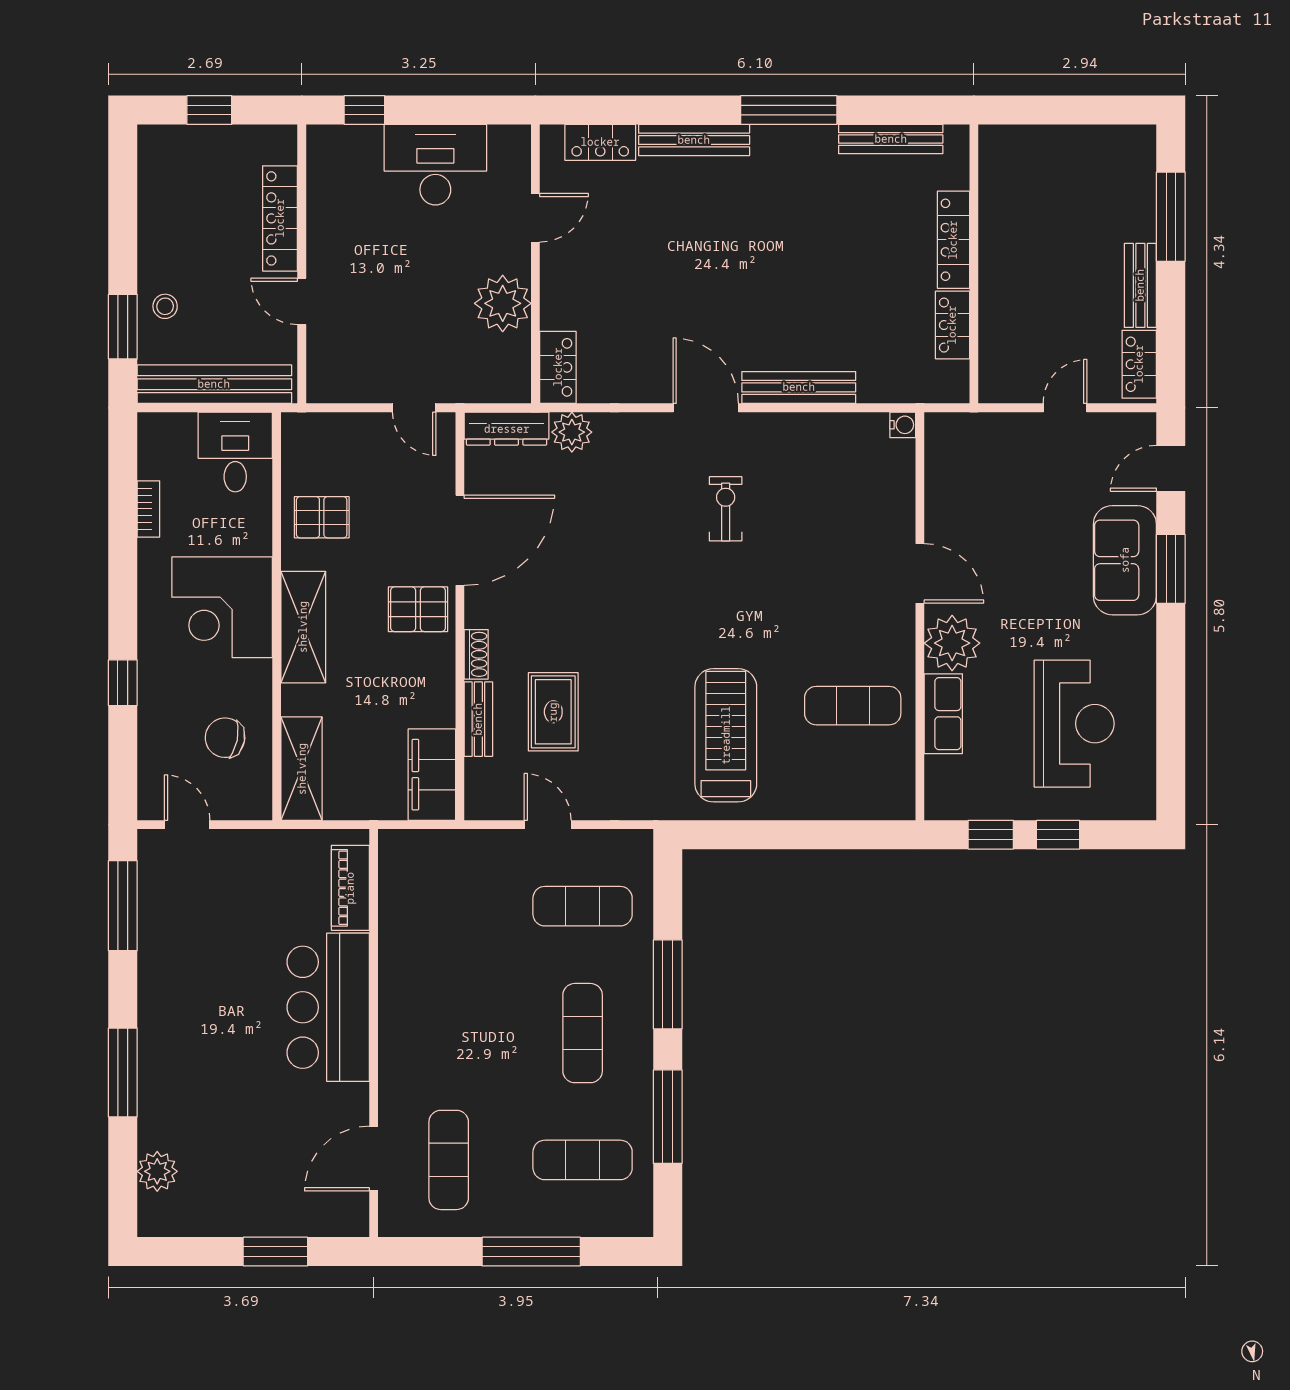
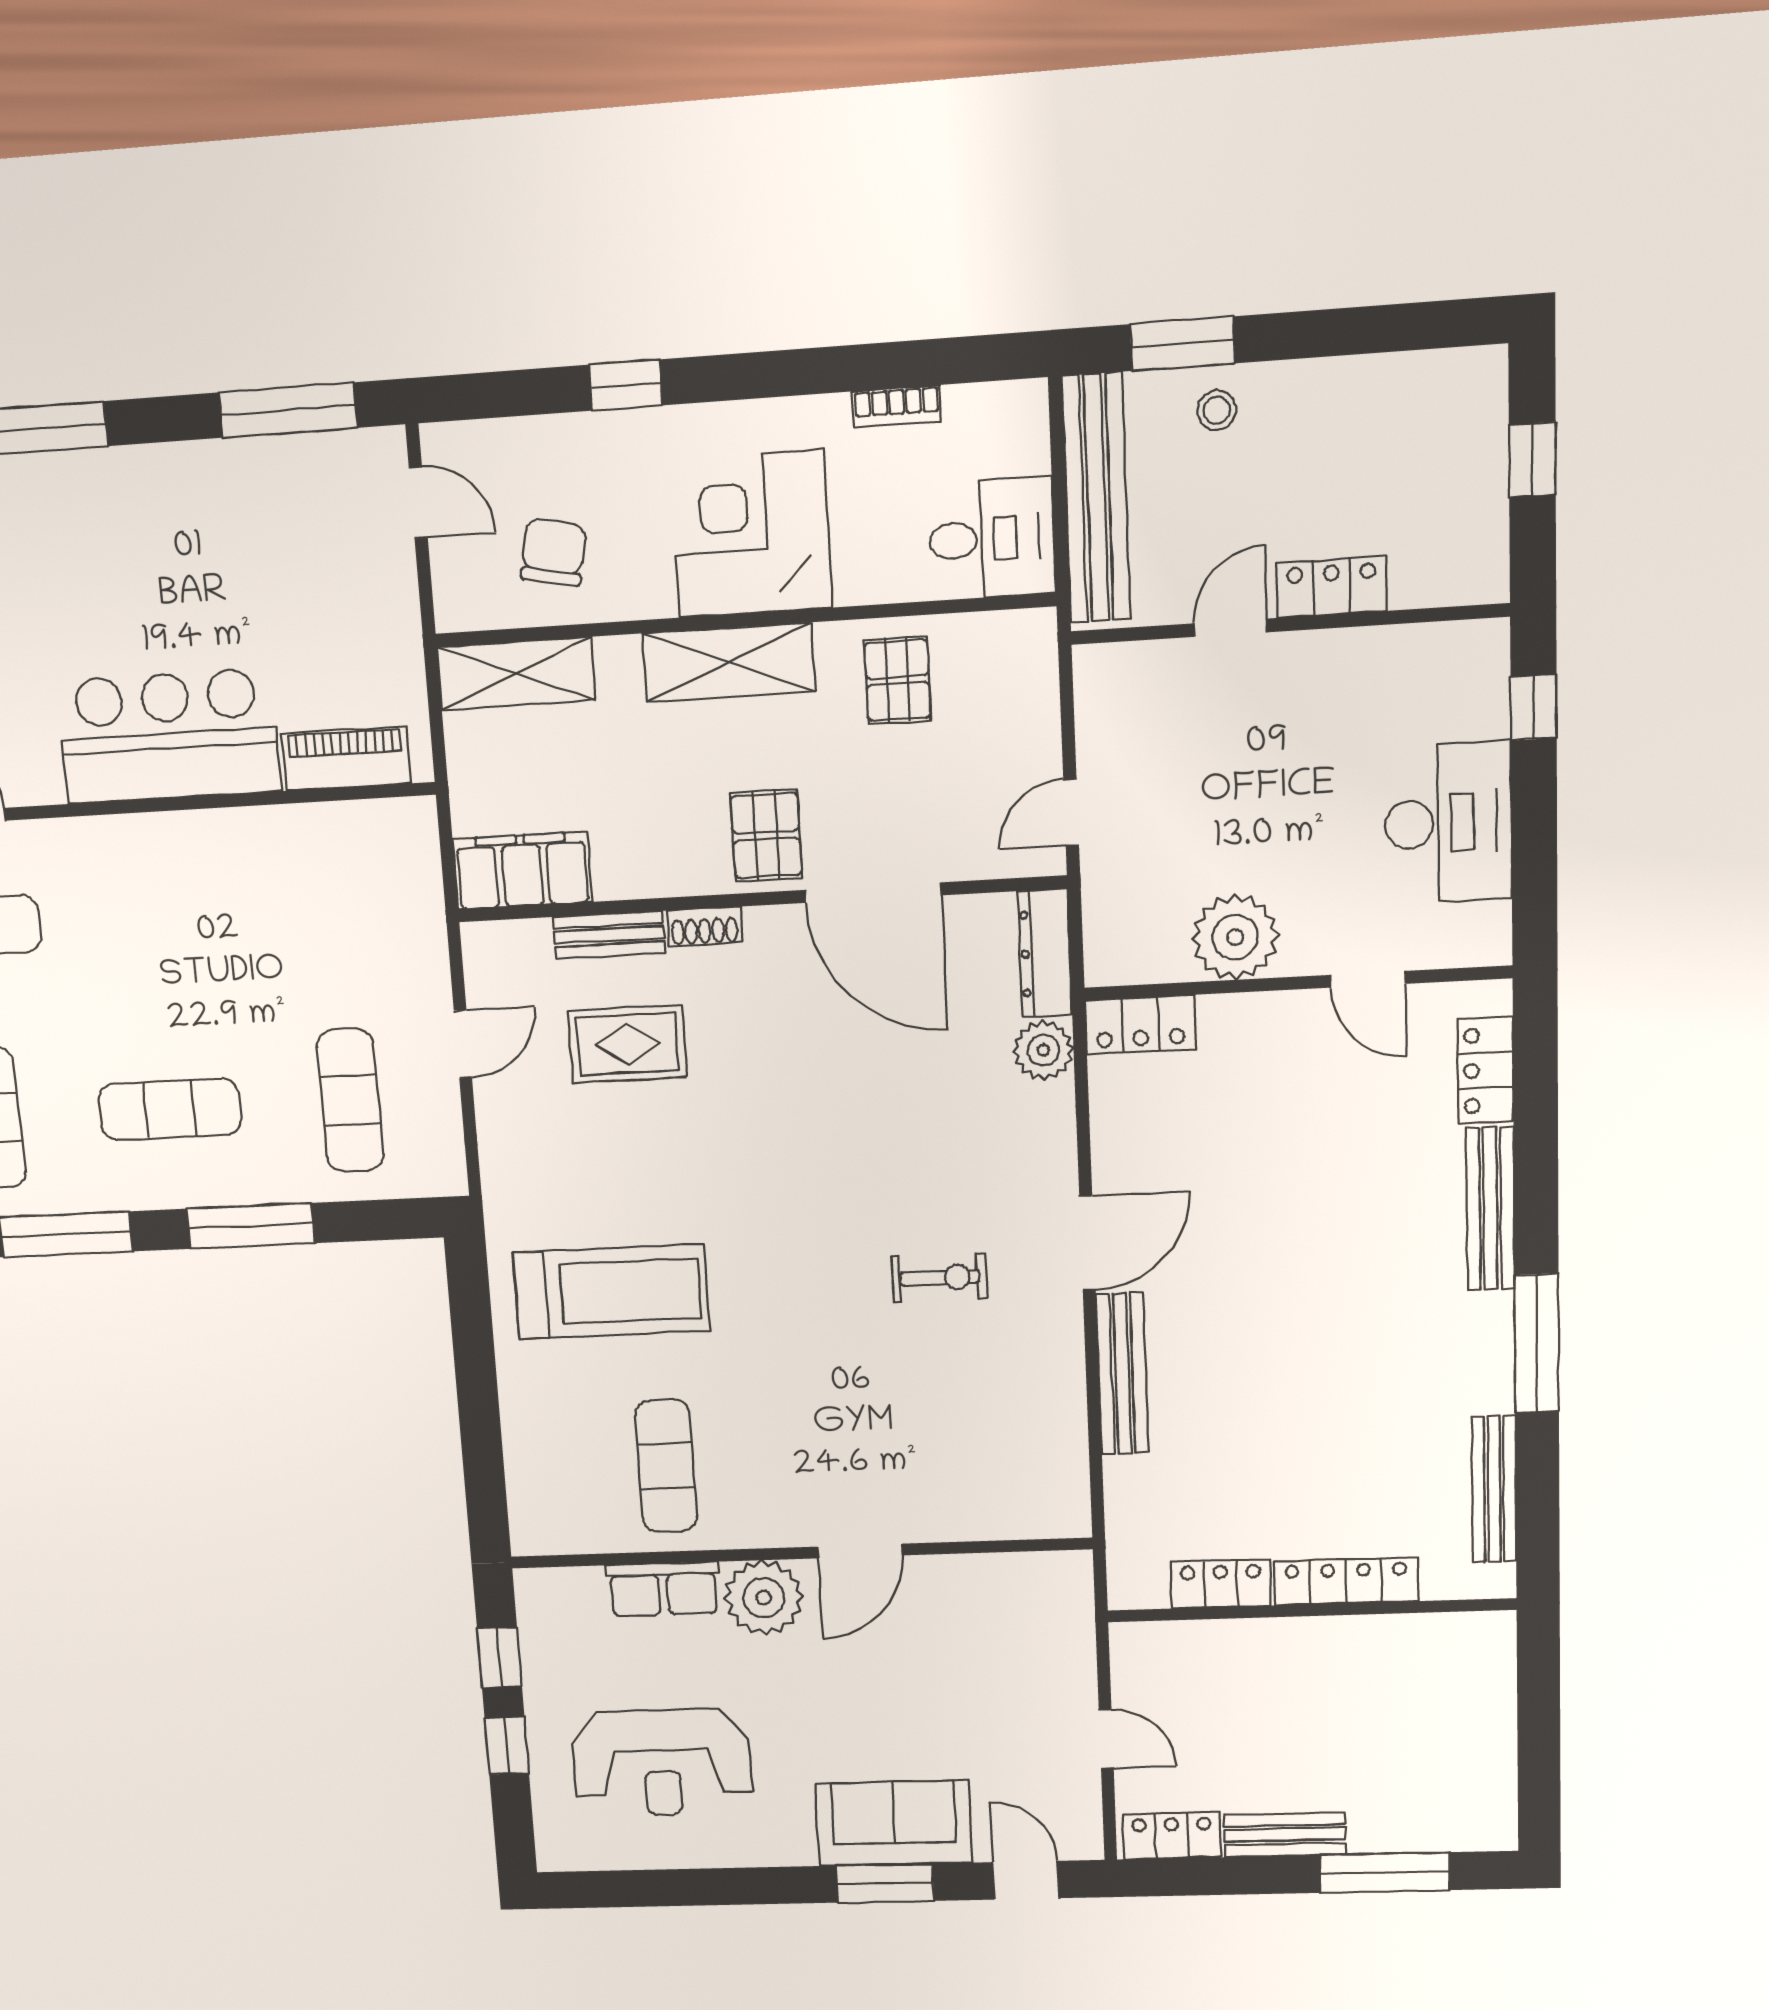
locker: (280, 218) -> (1332, 587), width x0.66
water cooler: (903, 425) -> (1073, 1520), removed
door: (187, 825) -> (418, 502), hinge flipped

